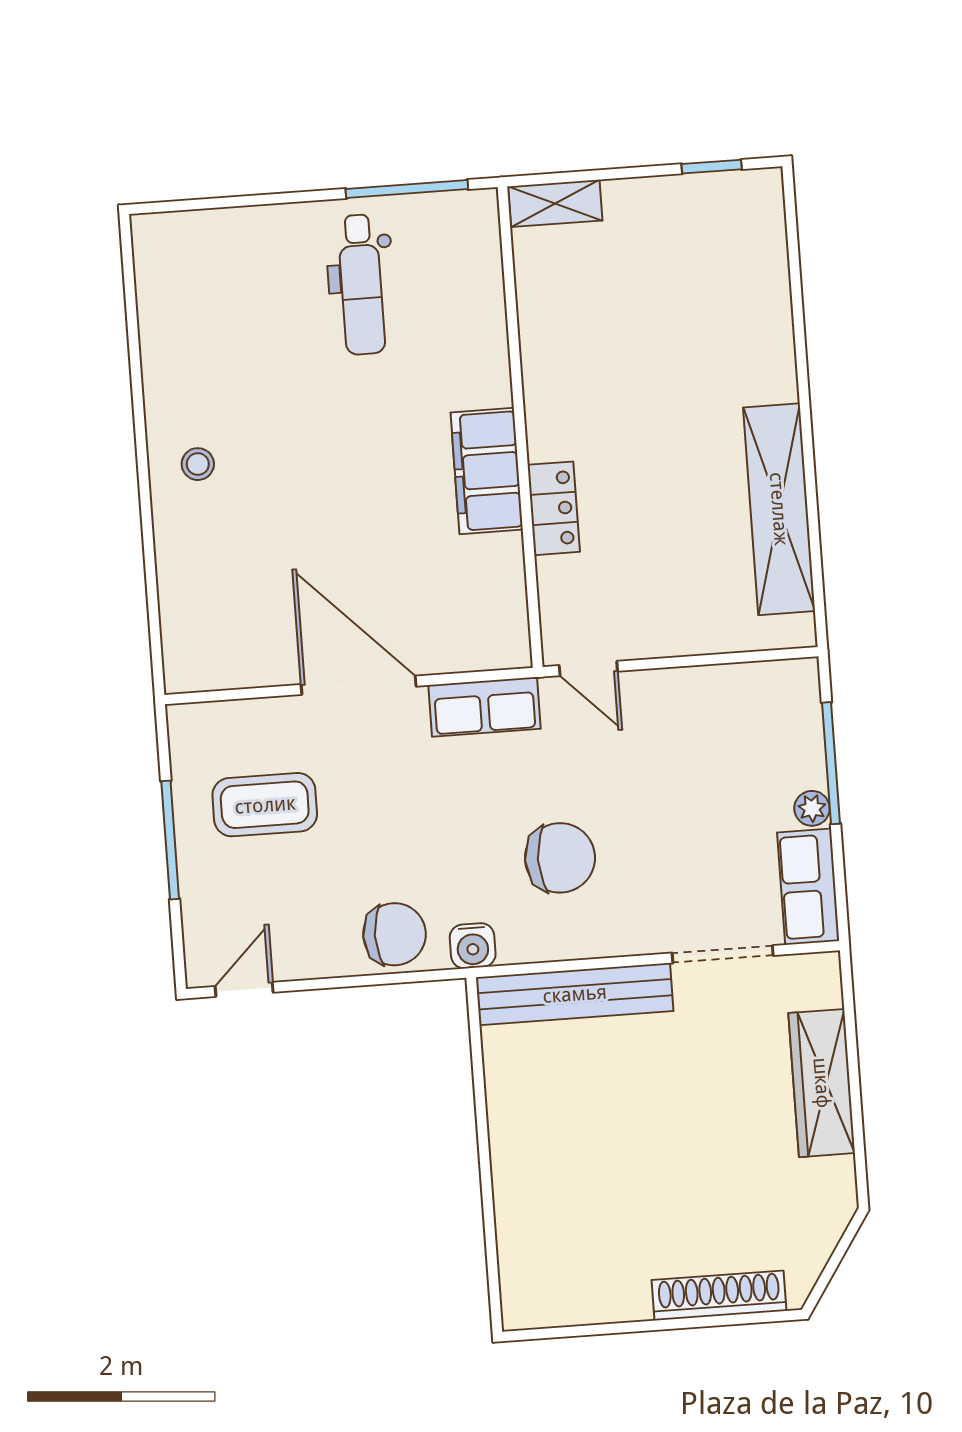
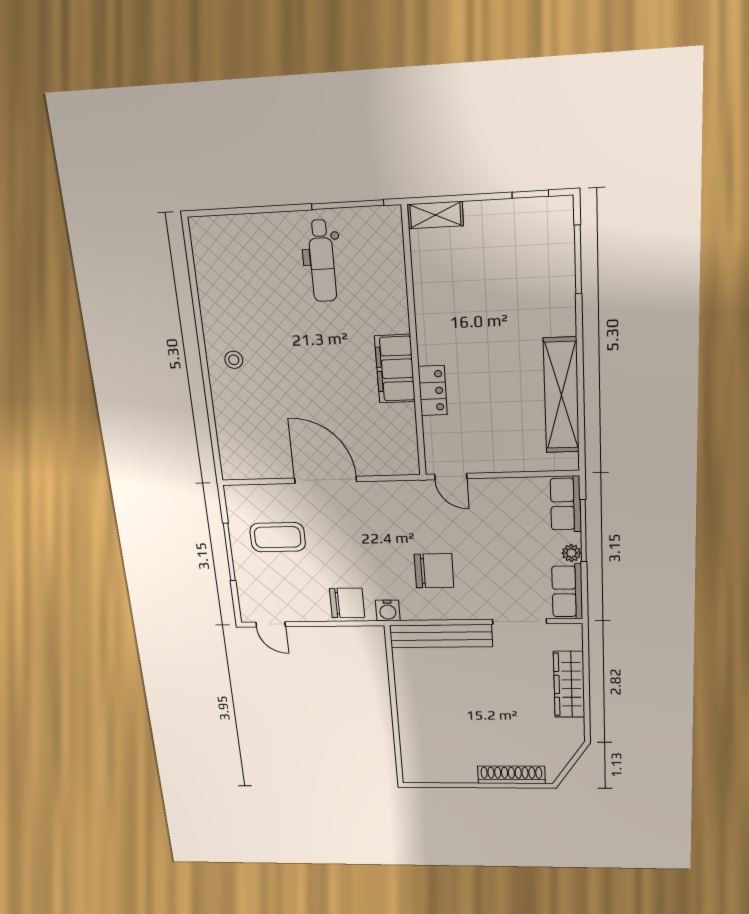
window: (795, 272) -> (578, 260), added
row of seats: (485, 707) -> (566, 504), moved, turned 90
door: (244, 989) -> (271, 624), swing flipped

